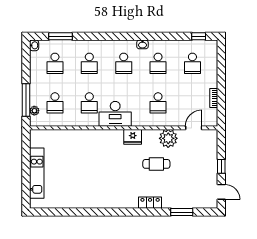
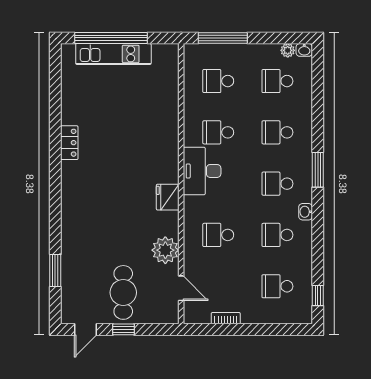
window: (61, 36) -> (318, 170), moved
plant: (34, 111) -> (288, 50), moved
cafe table: (156, 164) -> (123, 292), moved, width x1.37, depth x1.35
window: (26, 175) -> (111, 38), added
locker: (150, 203) -> (69, 143), moved

